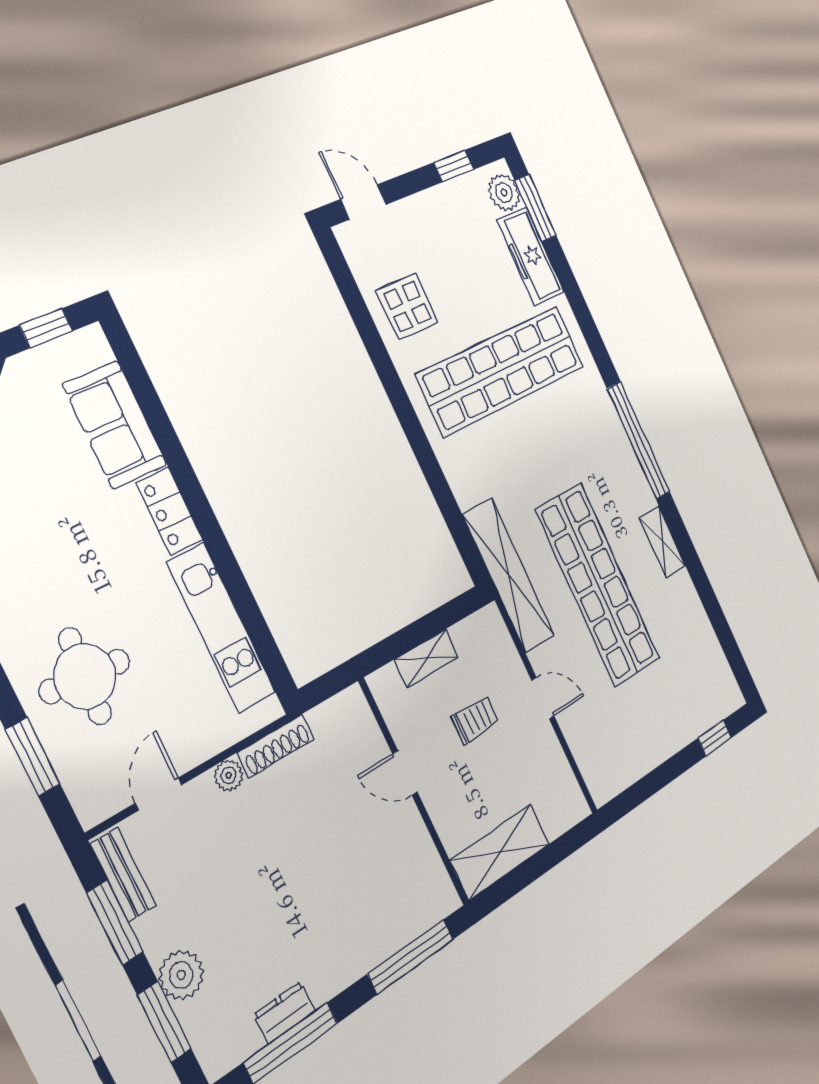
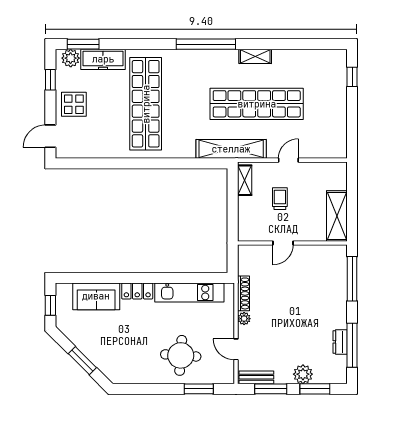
display table: (407, 306) -> (74, 104), moved
shelving: (426, 658) -> (245, 180), moved

